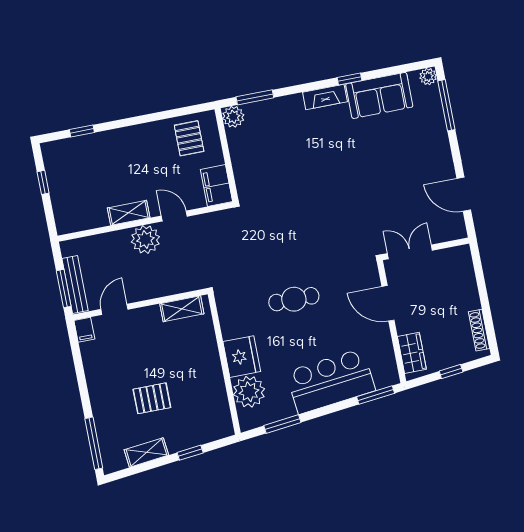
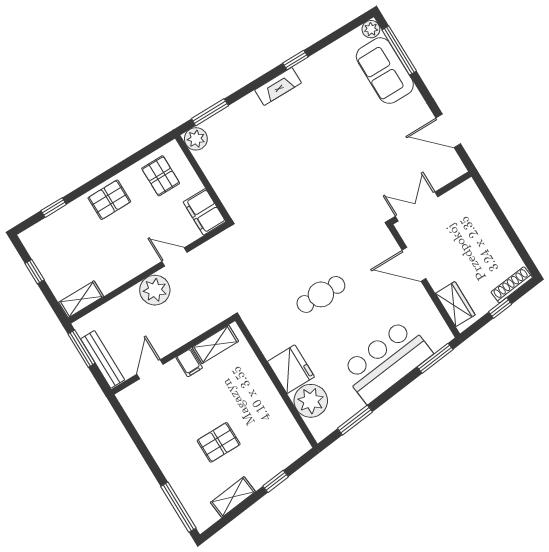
sofa: (379, 95) -> (385, 71), moved, turned 90
pallet: (135, 143) -> (109, 200), added
shelving: (129, 213) -> (81, 299), moved
window: (64, 289) -> (82, 349), moved
filing cabinet: (84, 330) -> (189, 363), moved
shoe rack: (479, 330) -> (512, 285), moved, turned 84

